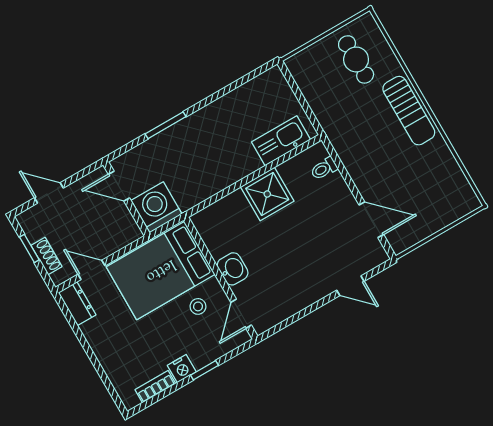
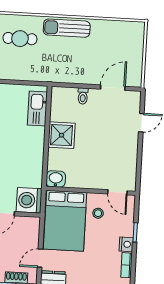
sun lounger: (409, 111) -> (67, 28), turned 180
toilet: (324, 168) -> (83, 96), moved
washbasin: (233, 269) -> (56, 179), moved

